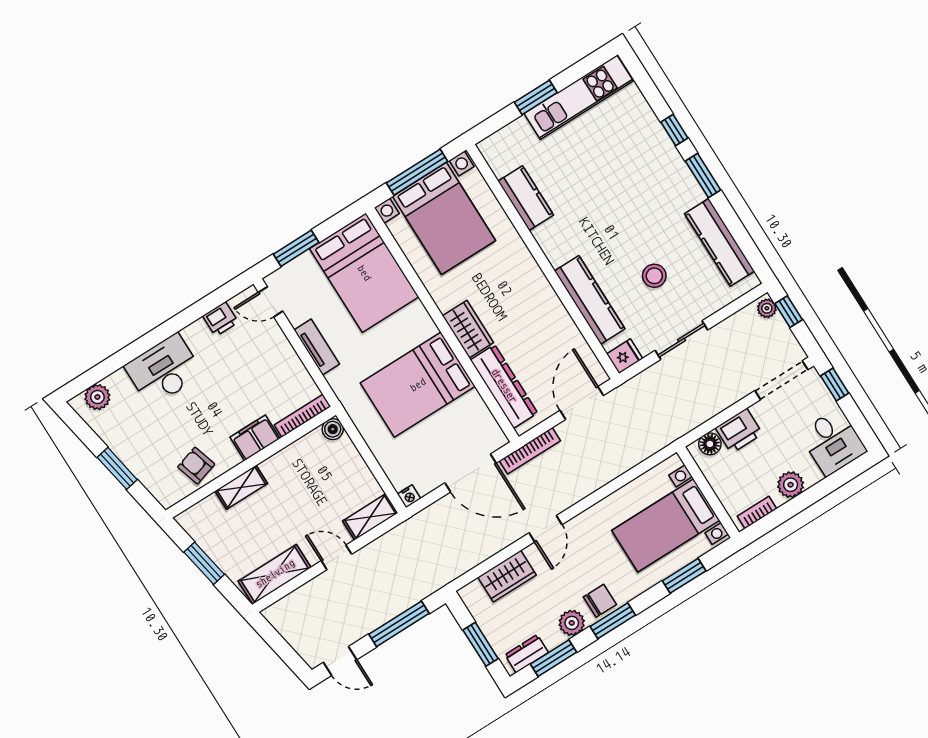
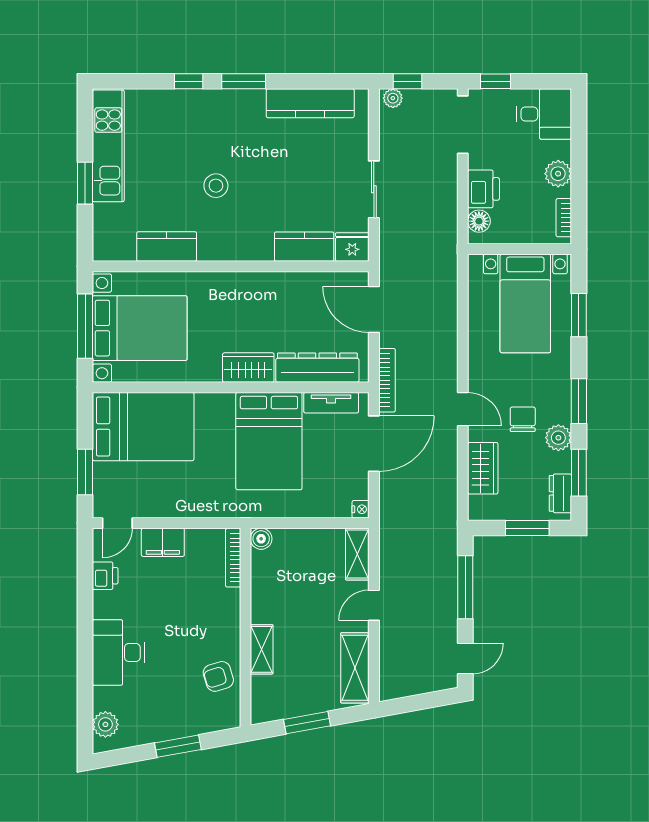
stool: (654, 276) -> (216, 186), moved
kitchen counter: (590, 300) -> (304, 247), width x0.67
tv unit: (317, 347) -> (331, 403), moved, turned 180
fridge: (625, 356) -> (352, 247), width x1.38
filing cabinet: (255, 438) -> (163, 542), moved, turned -90
chair: (600, 601) -> (523, 419), moved

